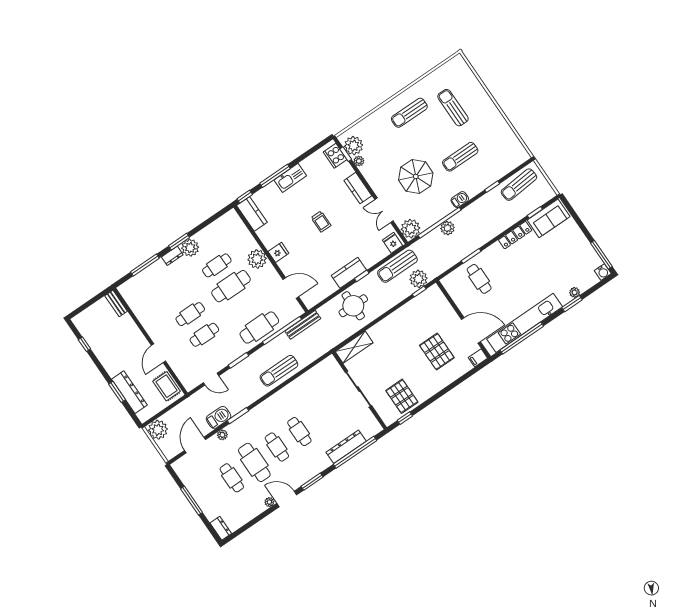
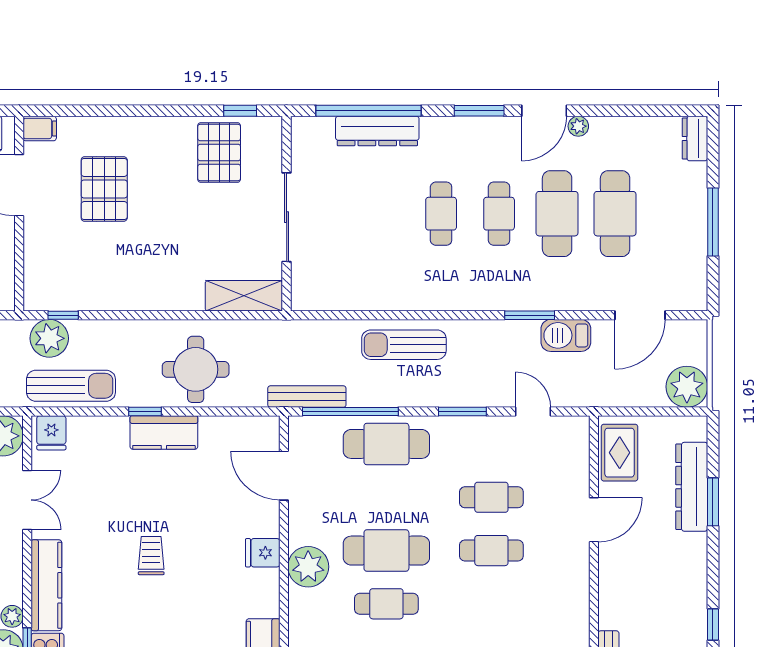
kitchen counter: (358, 188) -> (46, 585), width x1.50
sun lounger: (279, 371) -> (404, 345), turned 180
plant: (222, 435) -> (580, 300), removed
cafe table: (232, 478) -> (615, 214), width x1.37, depth x1.35
door: (287, 499) -> (544, 111), hinge flipped

